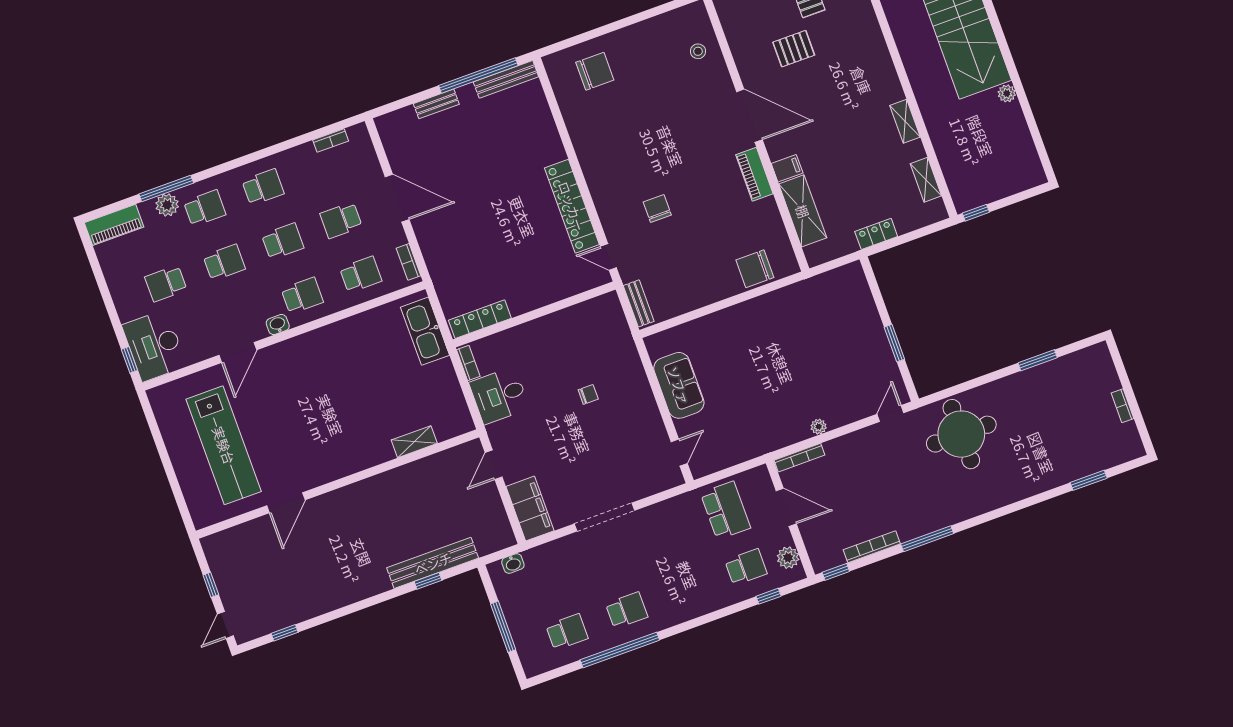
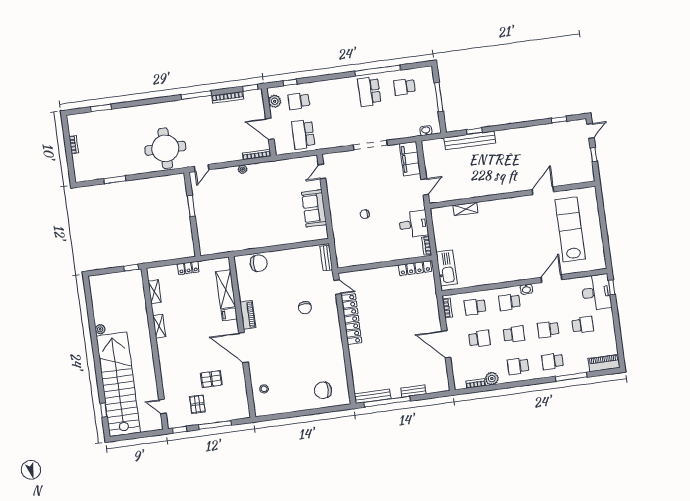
plant: (167, 205) -> (492, 379), moved
school desk: (283, 241) -> (514, 334), turned 180
school desk: (627, 610) -> (369, 91), width x1.85

